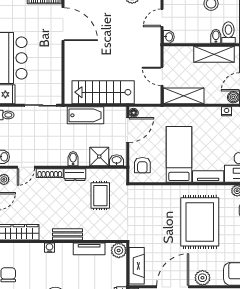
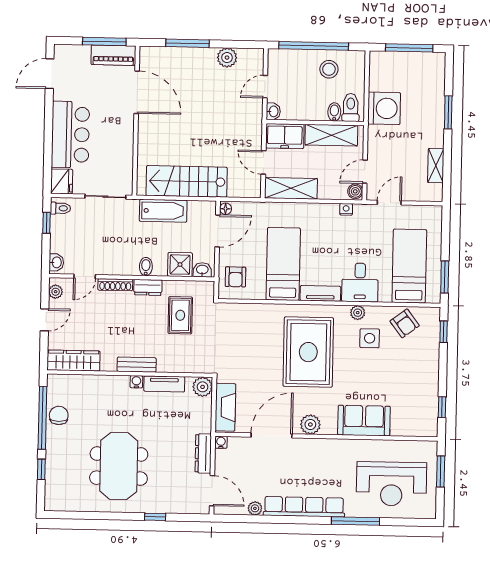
freezer: (178, 56) -> (285, 136), added
water cooler: (50, 248) -> (136, 382), moved

